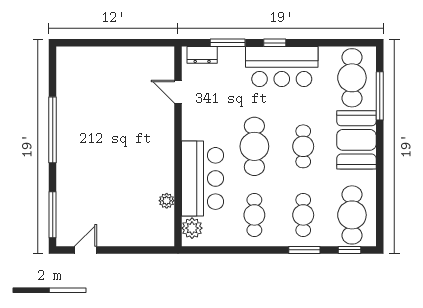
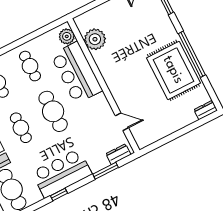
window: (275, 43) -> (59, 194), moved
dresser: (70, 54) -> (206, 110), added
rug: (85, 122) -> (173, 70), added
plant: (167, 201) -> (95, 39), width x1.87, depth x1.87

